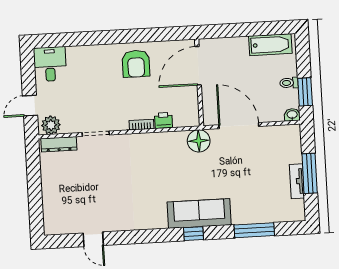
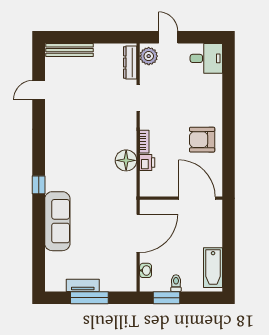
washbasin: (292, 115) -> (146, 270), moved
floor lamp: (199, 141) -> (126, 160), moved
bench: (49, 209) -> (70, 50), added
sofa: (199, 214) -> (57, 221), moved
window: (254, 230) -> (39, 243), removed

